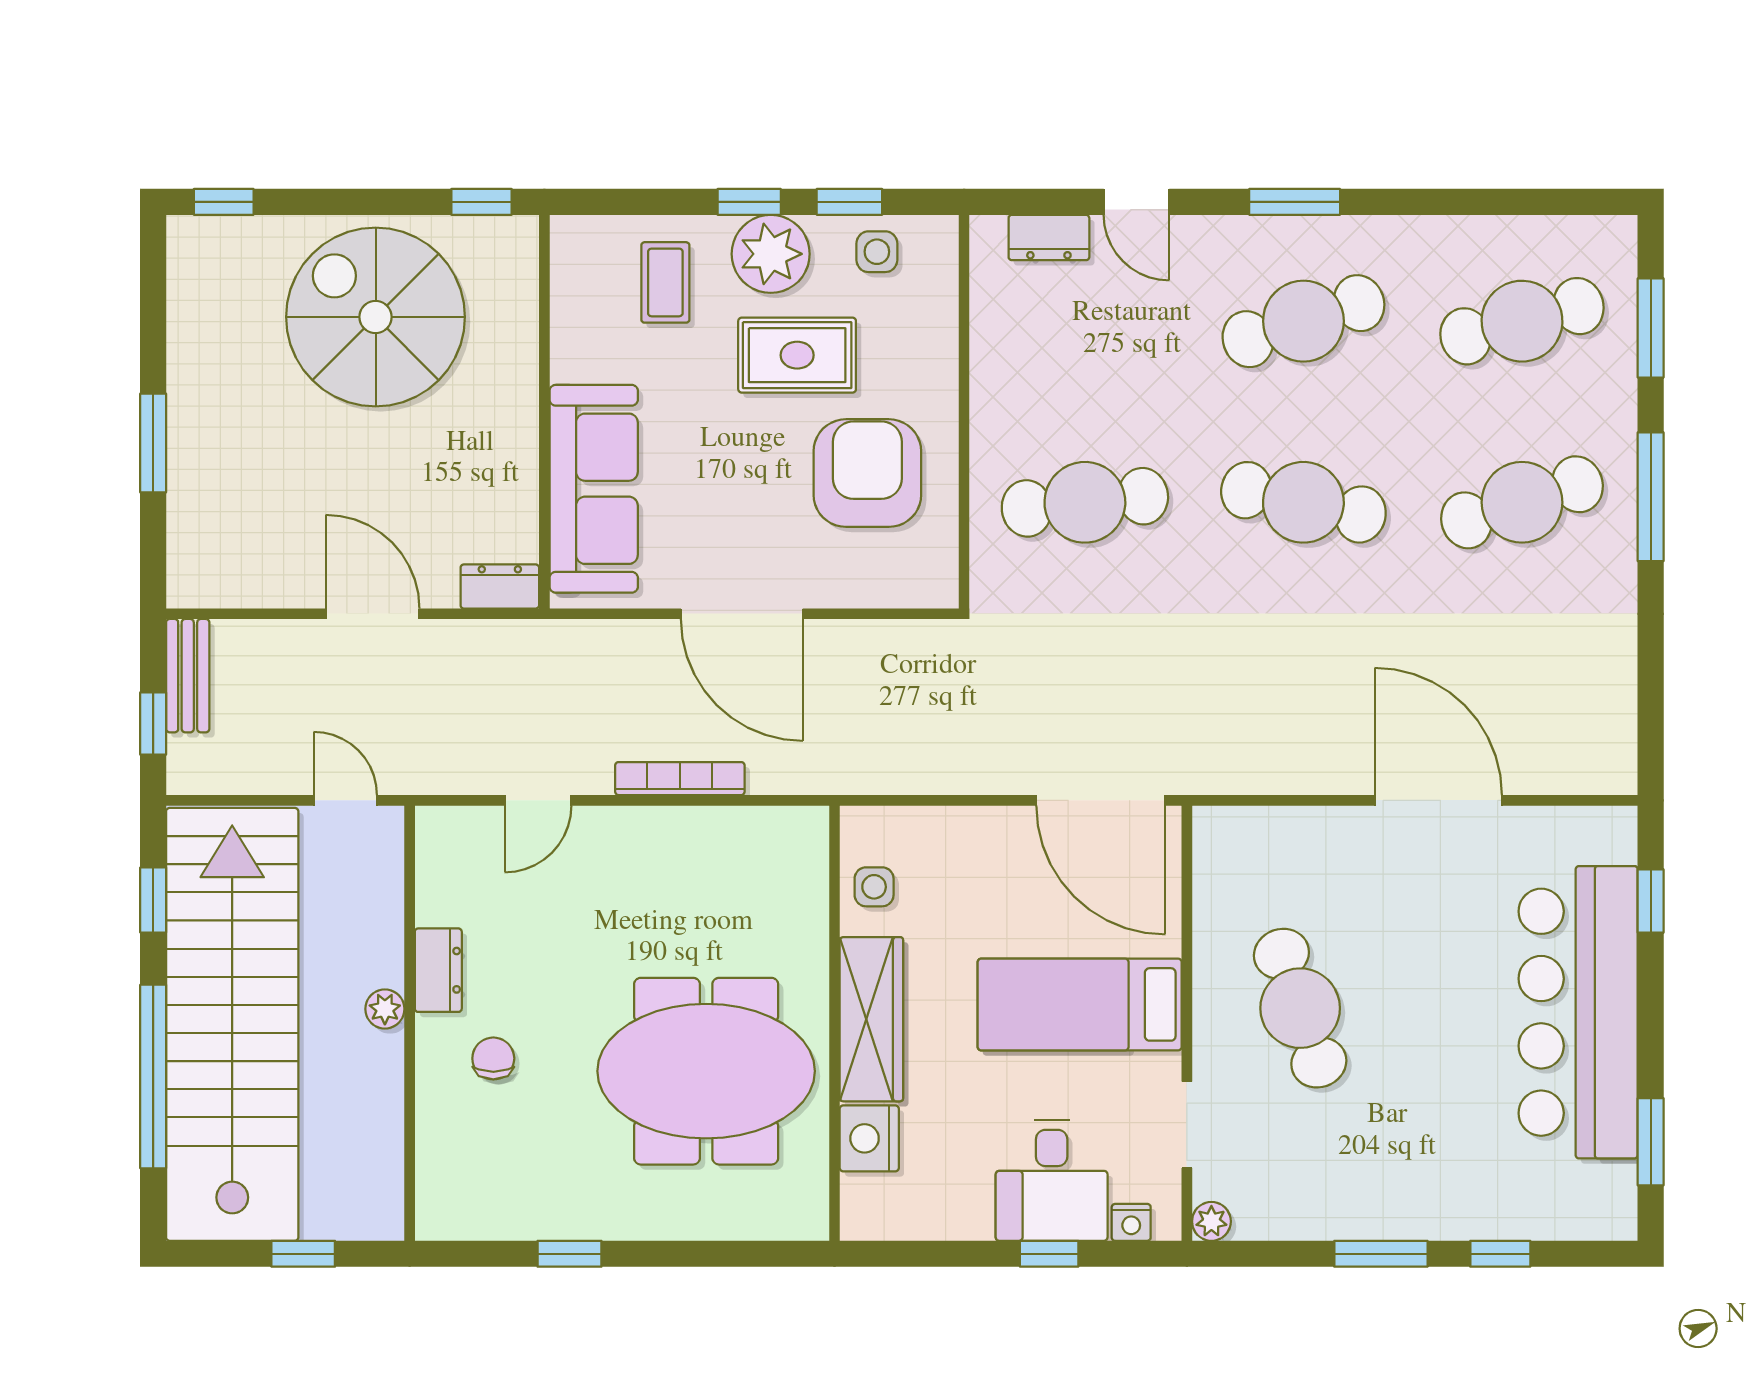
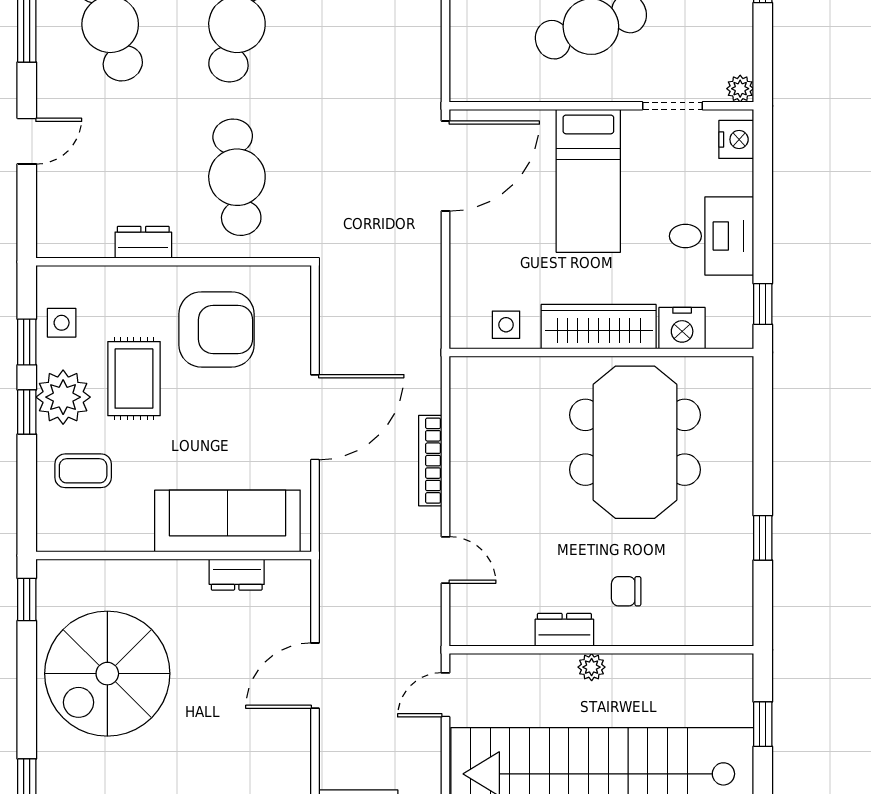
dresser: (1049, 238) -> (143, 242), moved, turned -90
armchair: (867, 473) -> (216, 329), turned 180
dresser: (500, 587) -> (237, 575), moved, turned -90
desk: (1052, 1181) -> (712, 236), moved
nightstand: (1131, 1222) -> (736, 139), width x1.39, depth x1.35
window: (1049, 1254) -> (763, 304), moved

